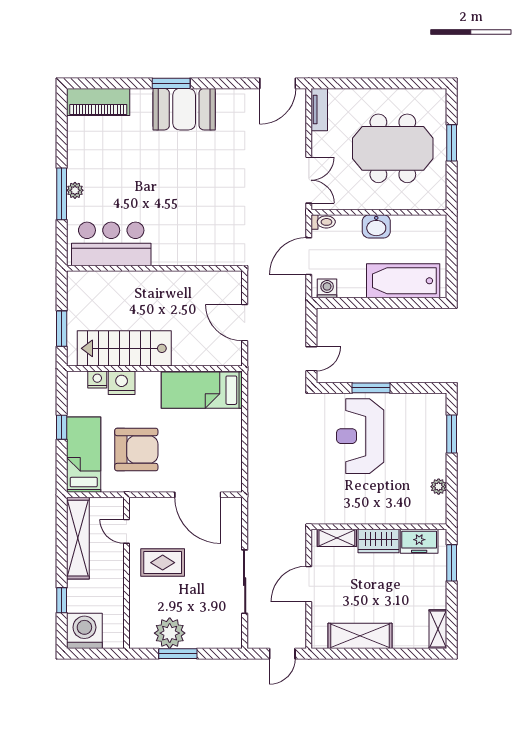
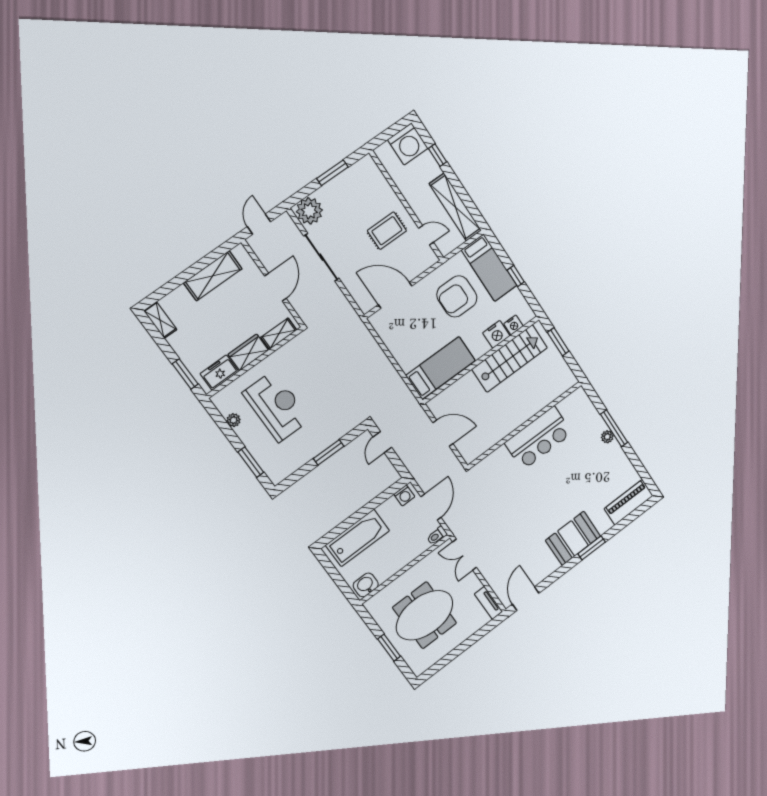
washbasin: (376, 226) -> (366, 585), moved
bar counter: (111, 244) -> (538, 438), moved
reception desk: (360, 436) -> (277, 406), moved
plant: (170, 633) -> (309, 211), moved

